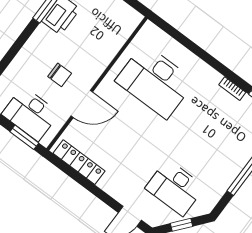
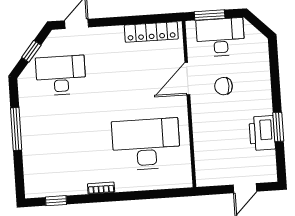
bookcase: (232, 89) -> (101, 188), moved

